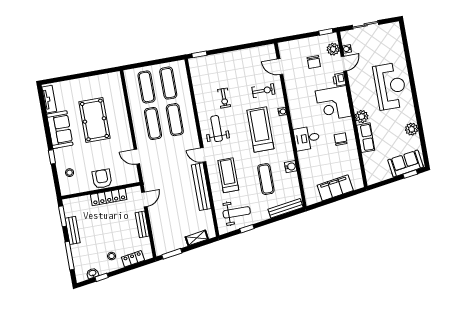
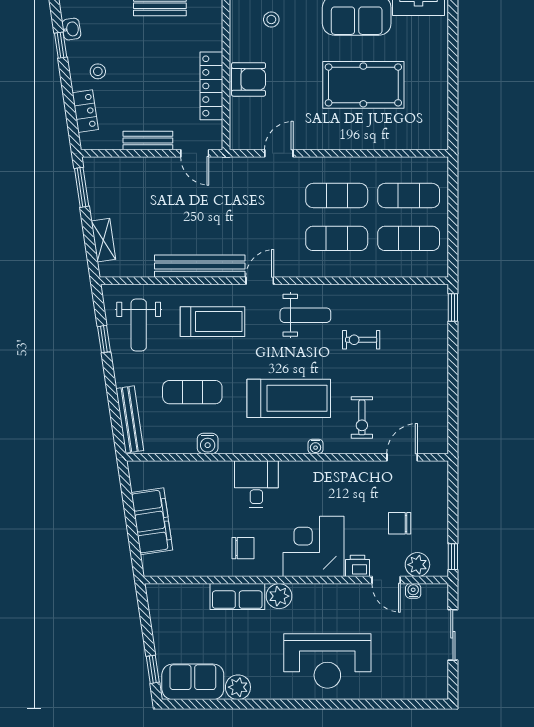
sofa: (406, 164) -> (193, 682), moved, turned -82

